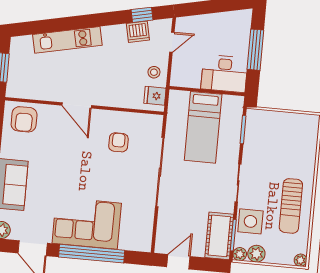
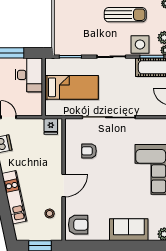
stool: (154, 72) -> (50, 213), moved

